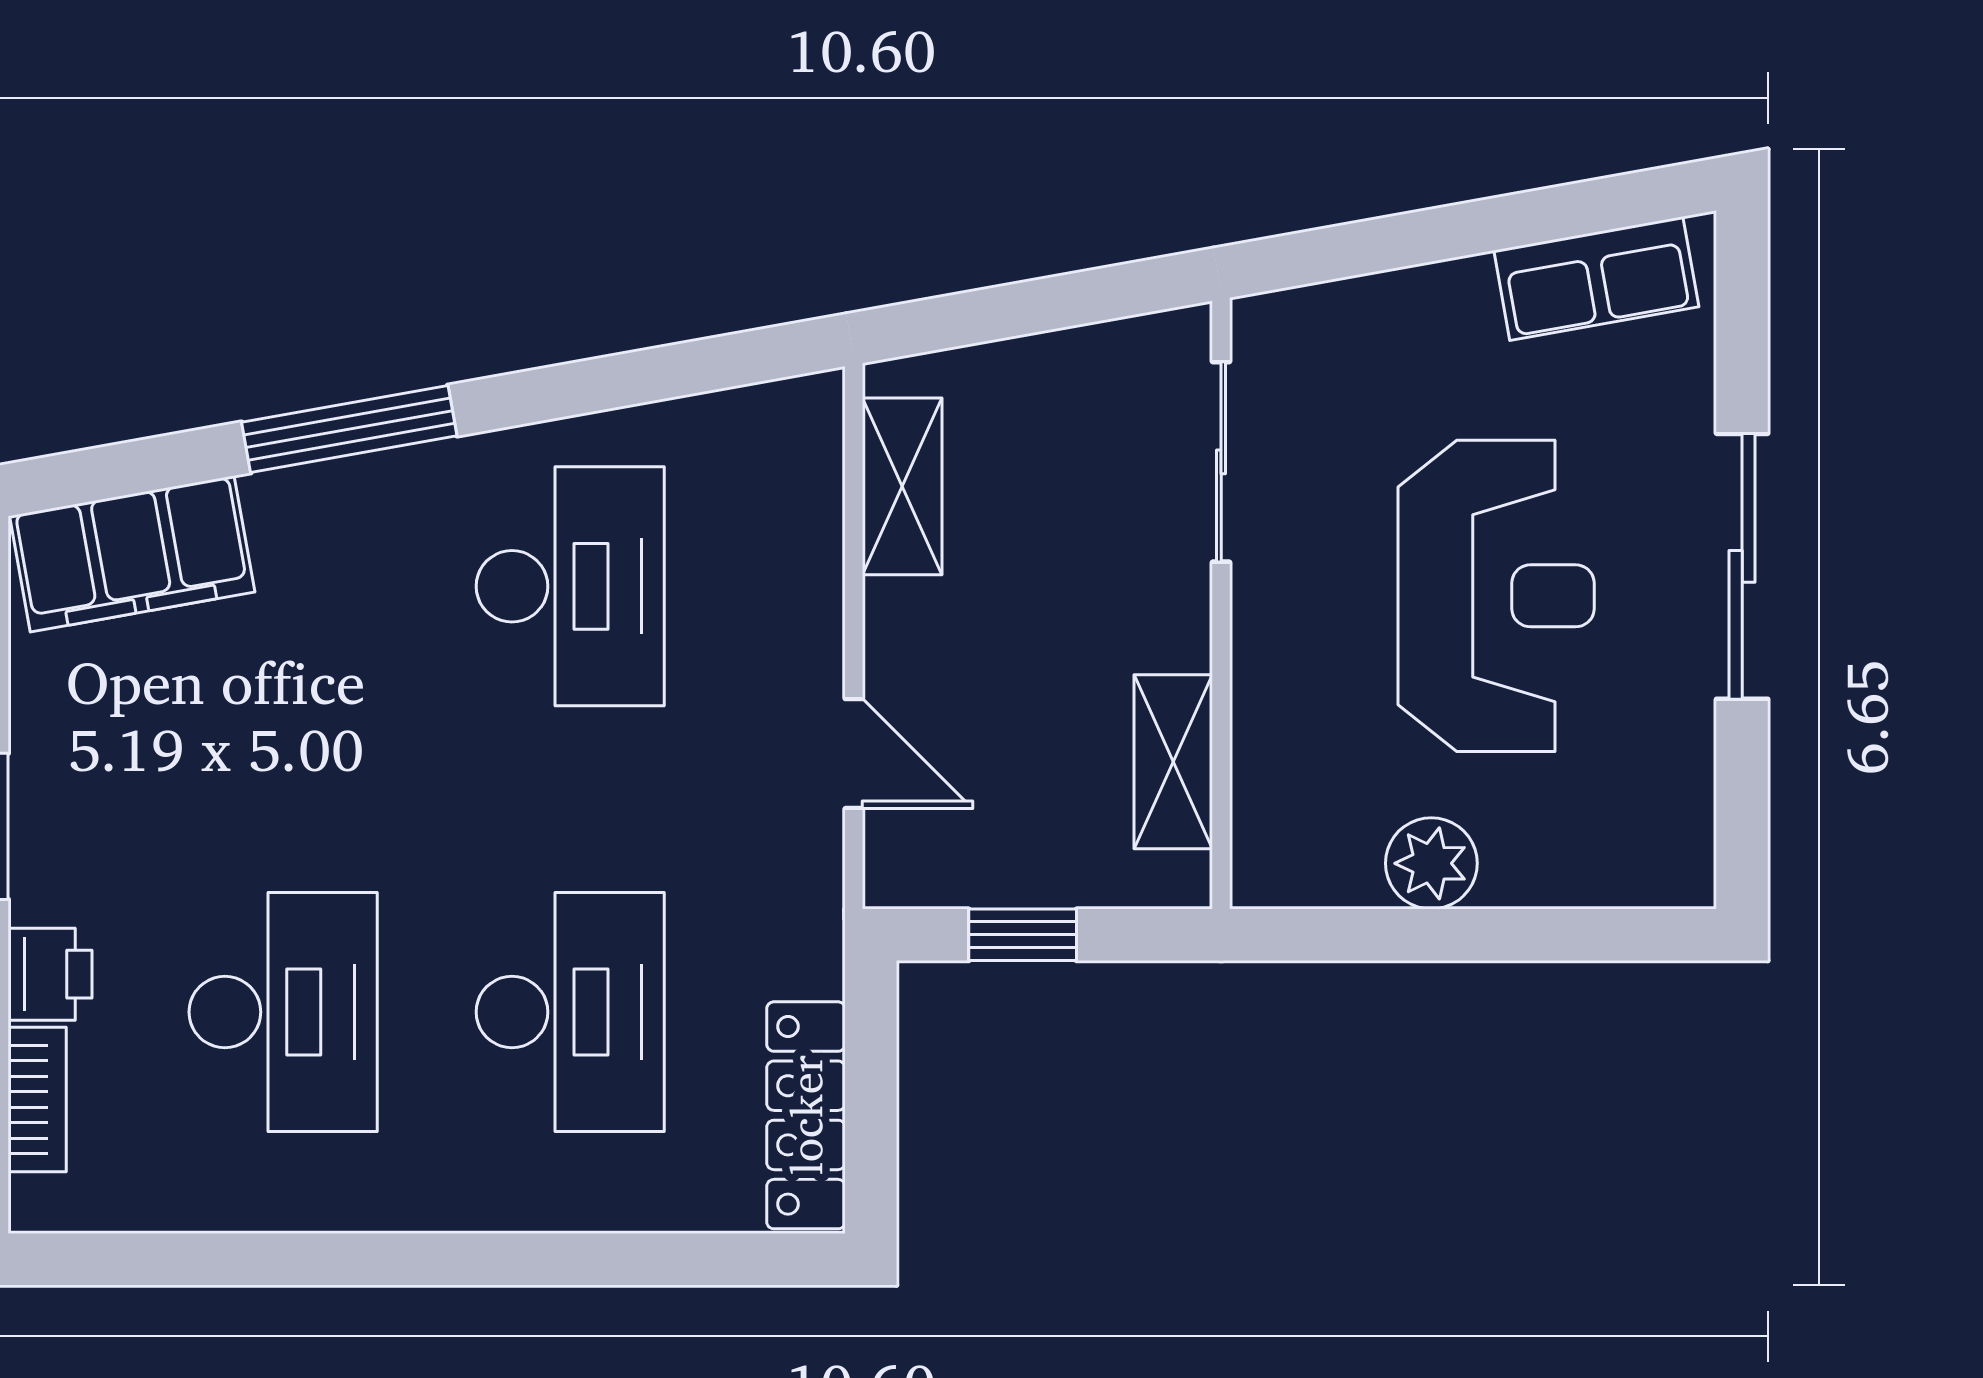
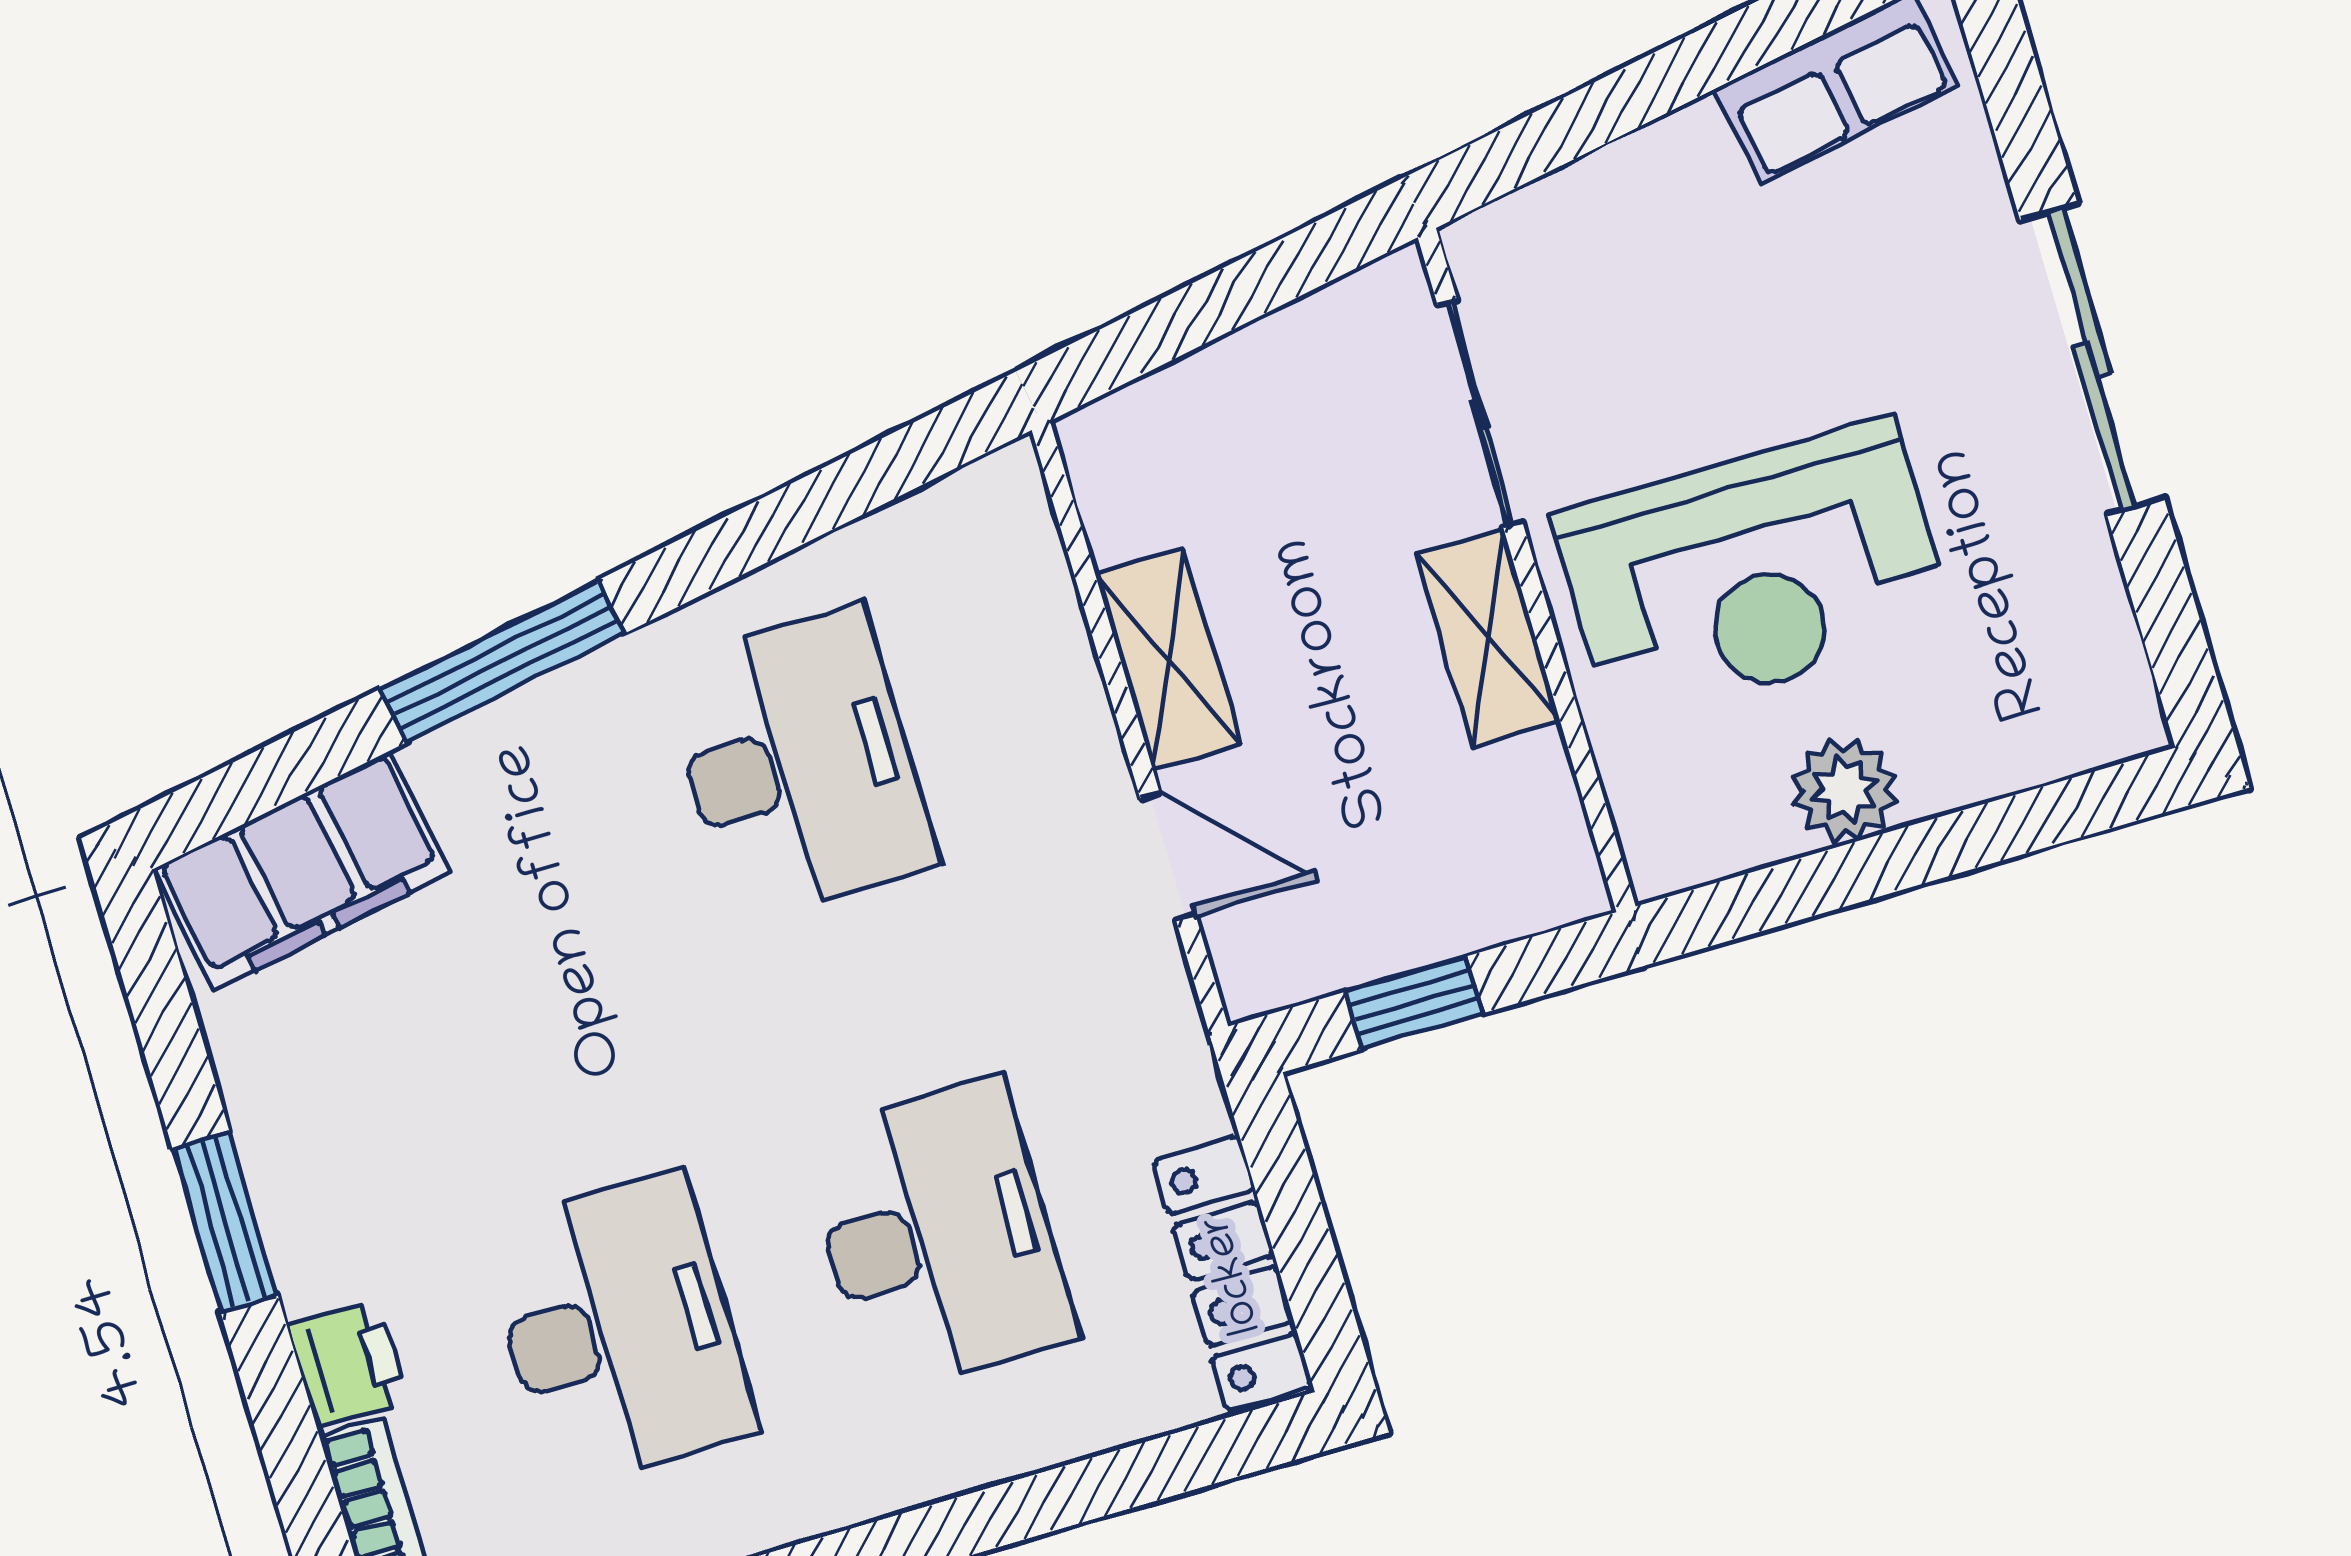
shelving: (902, 486) -> (1168, 659), moved
reception desk: (1496, 596) -> (1753, 572), moved, turned 90
shelving: (1173, 762) -> (1488, 637), moved

